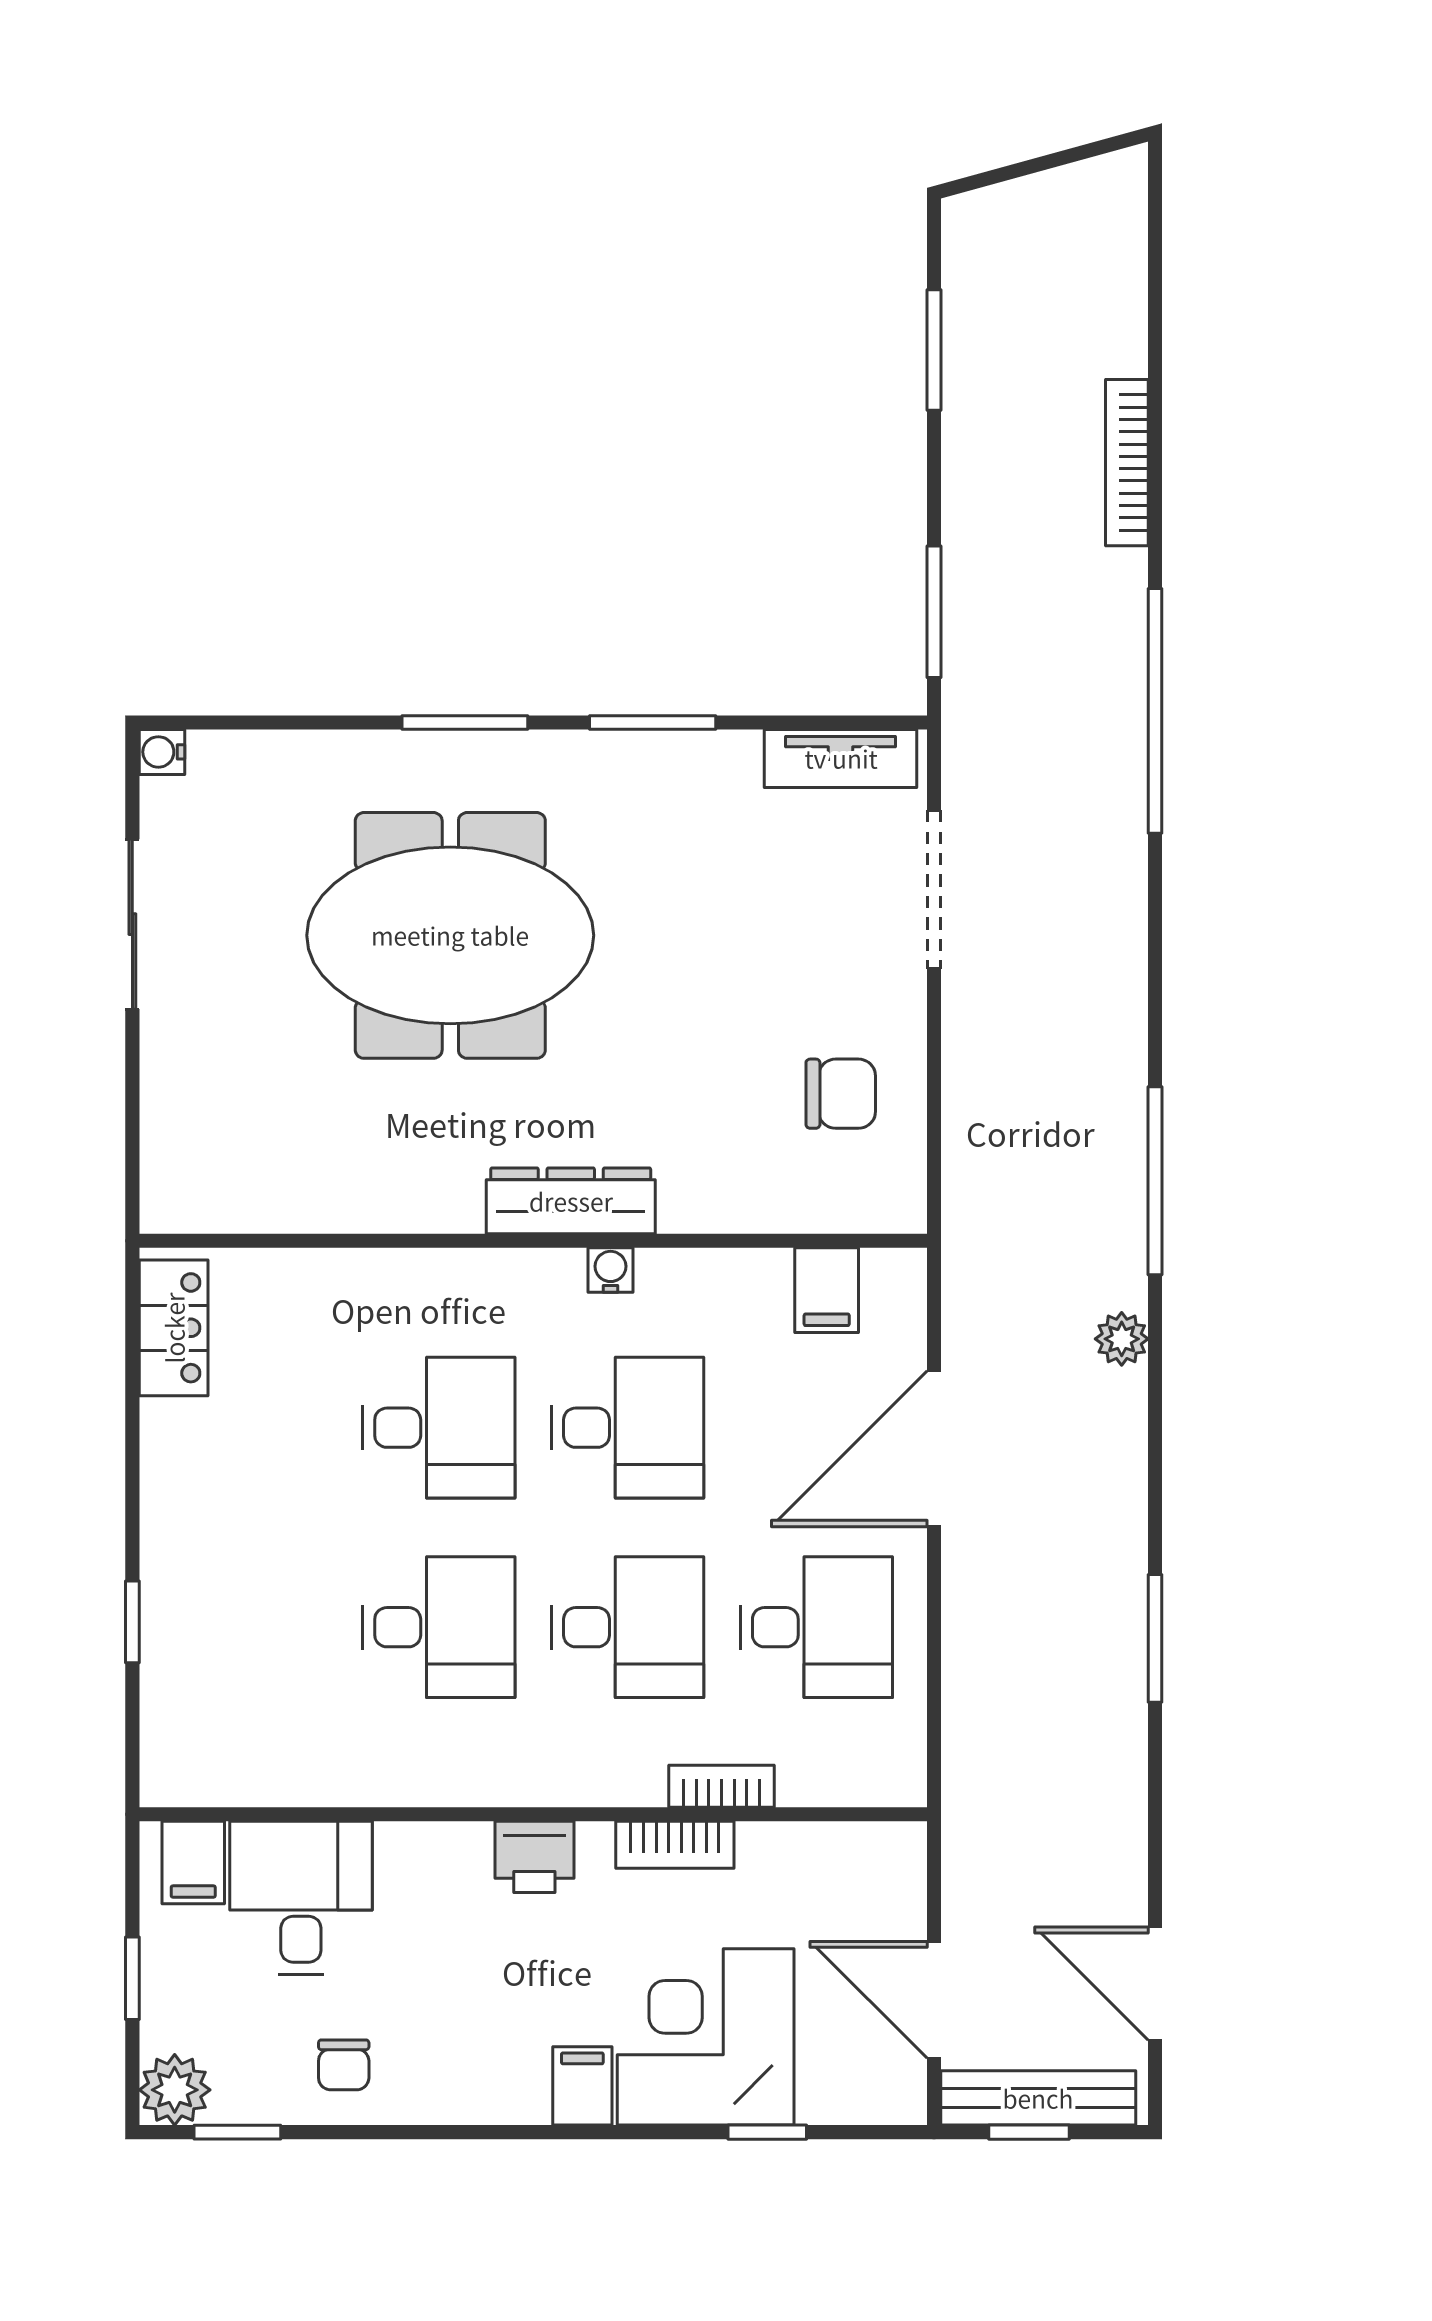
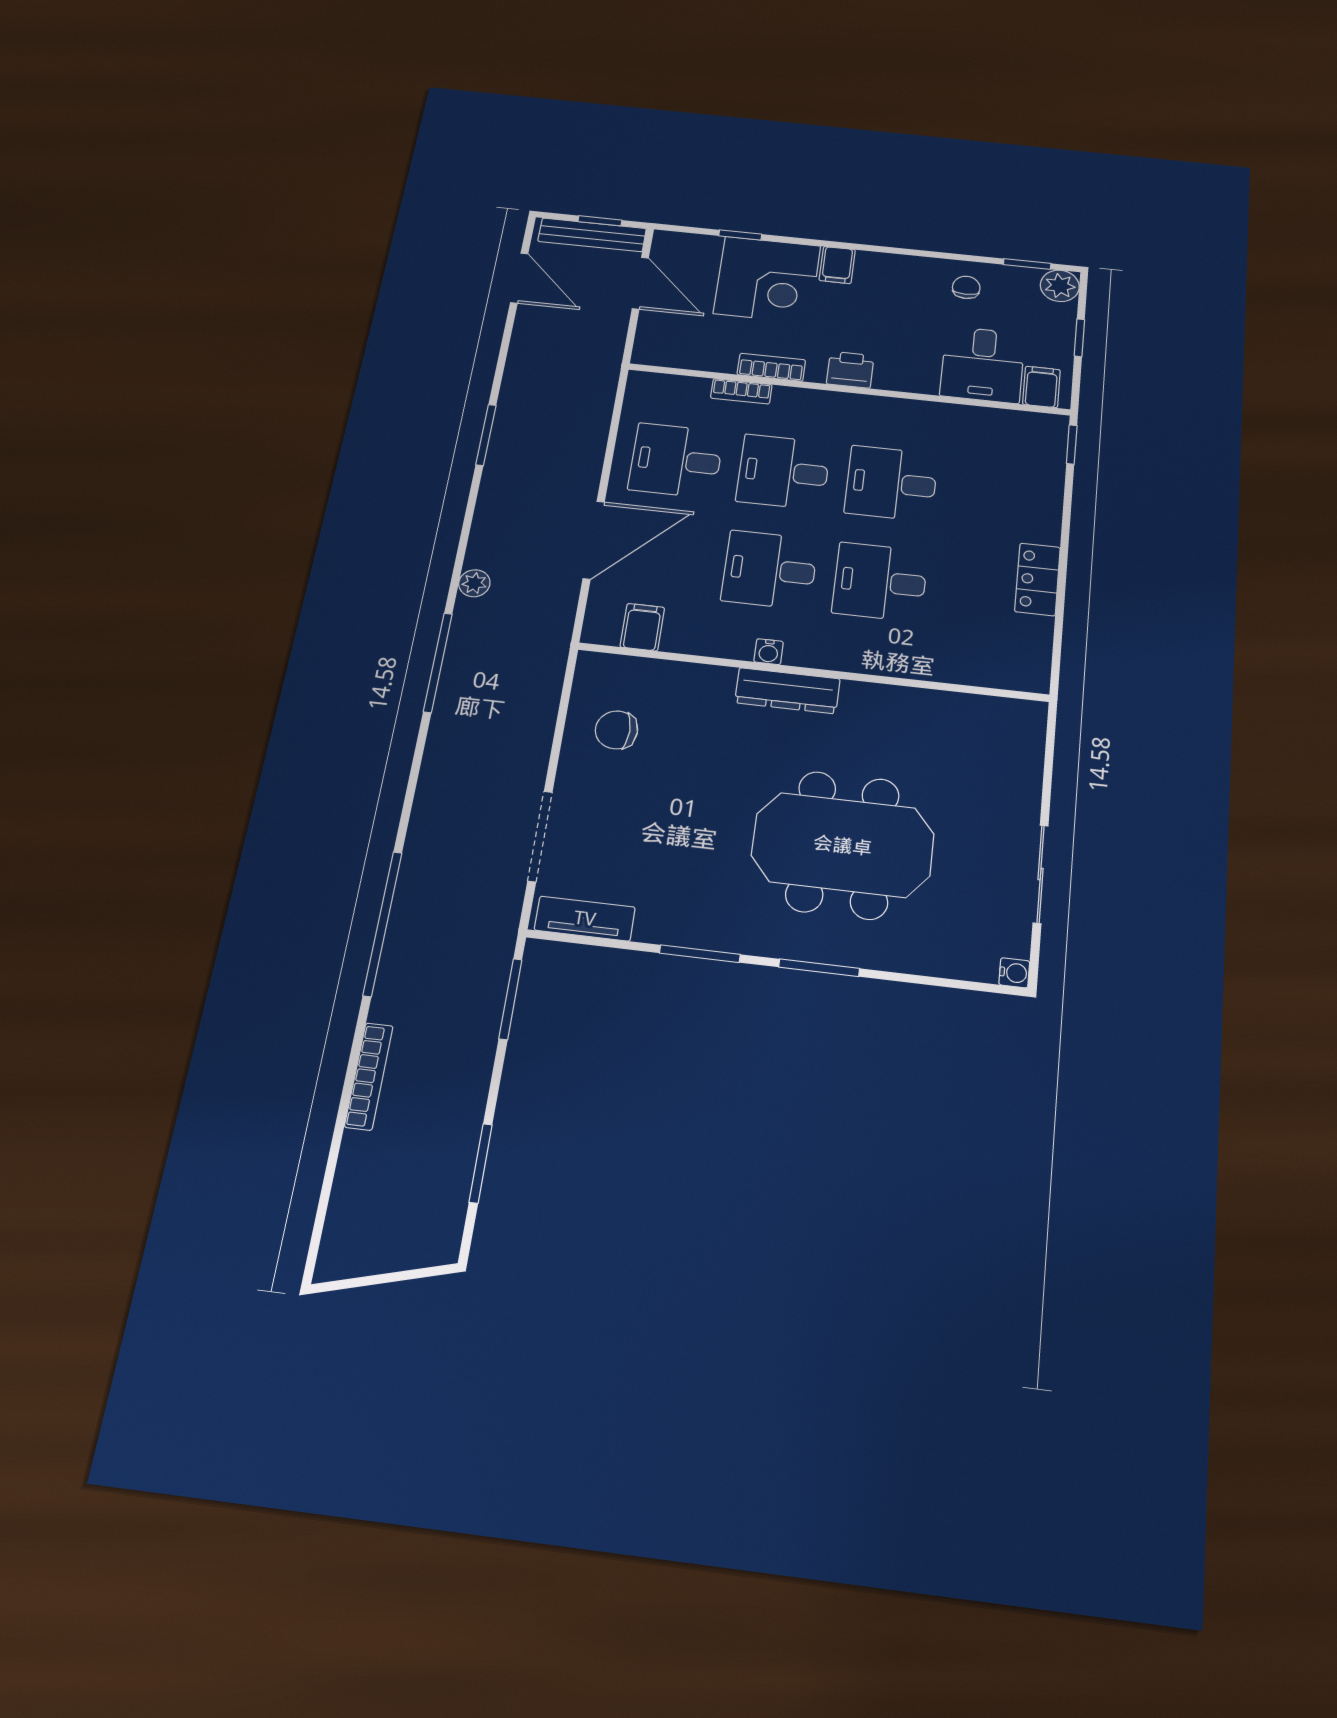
locker: (174, 1328) -> (1037, 579), moved
window: (132, 1622) -> (1072, 444), moved

